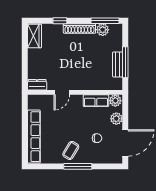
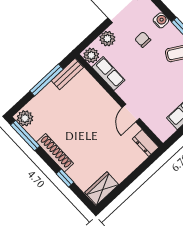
plant: (103, 30) -> (25, 118), moved
bench: (118, 64) -> (67, 74), moved
door: (62, 92) -> (131, 113), swing flipped
water cooler: (98, 159) -> (161, 20), added

